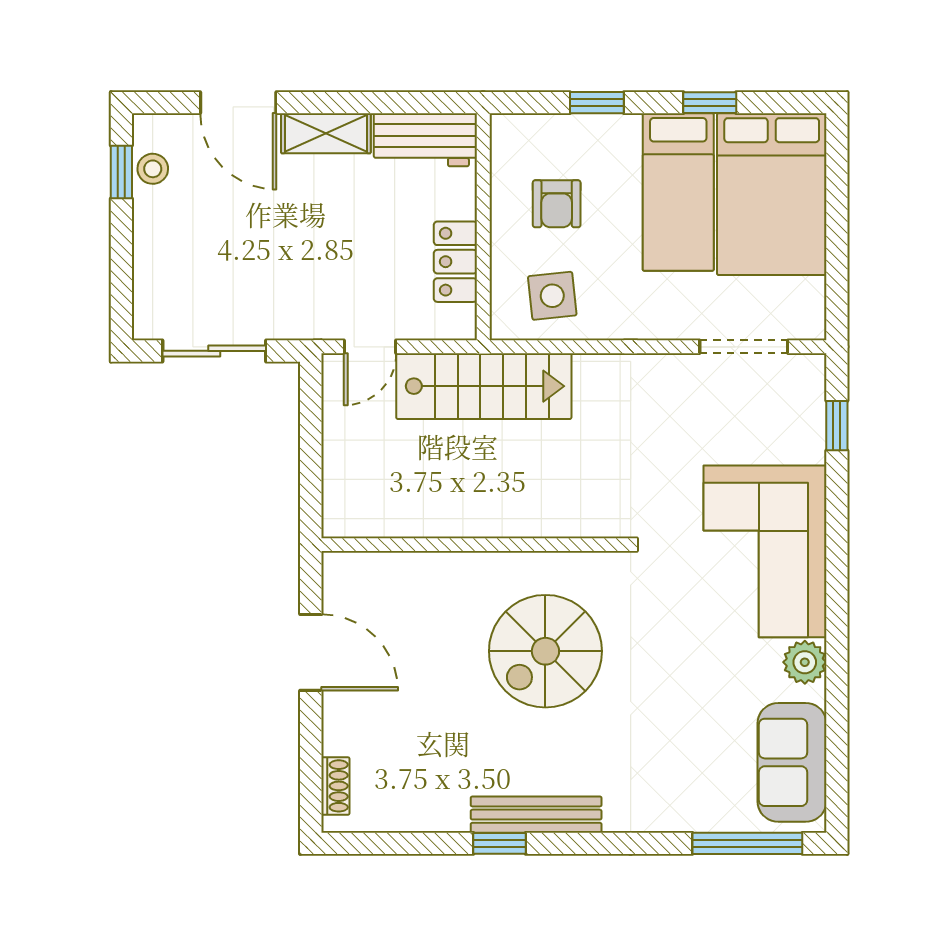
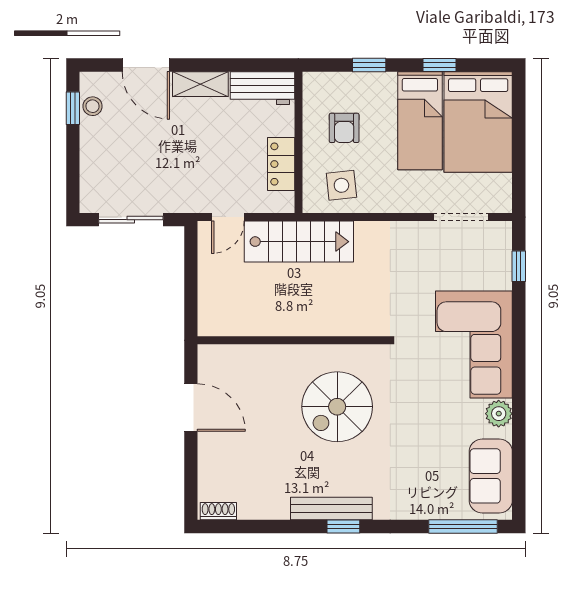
shoe rack: (335, 786) -> (218, 511), moved, turned -90
window: (500, 843) -> (343, 526), moved

